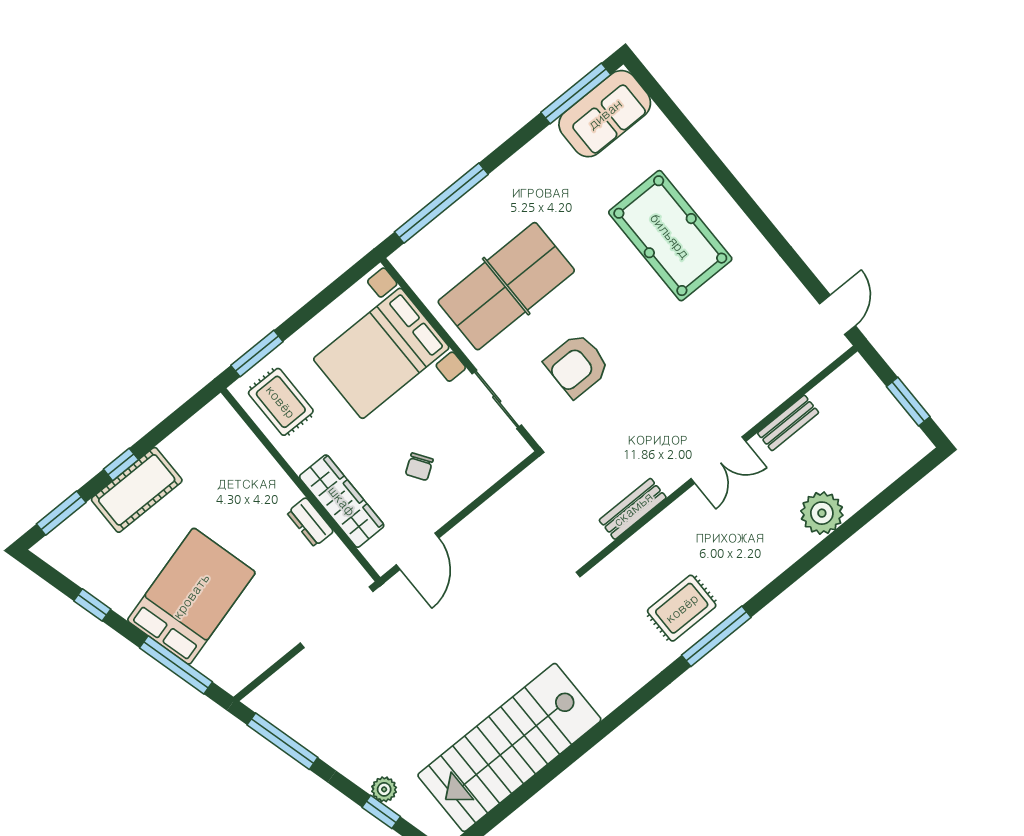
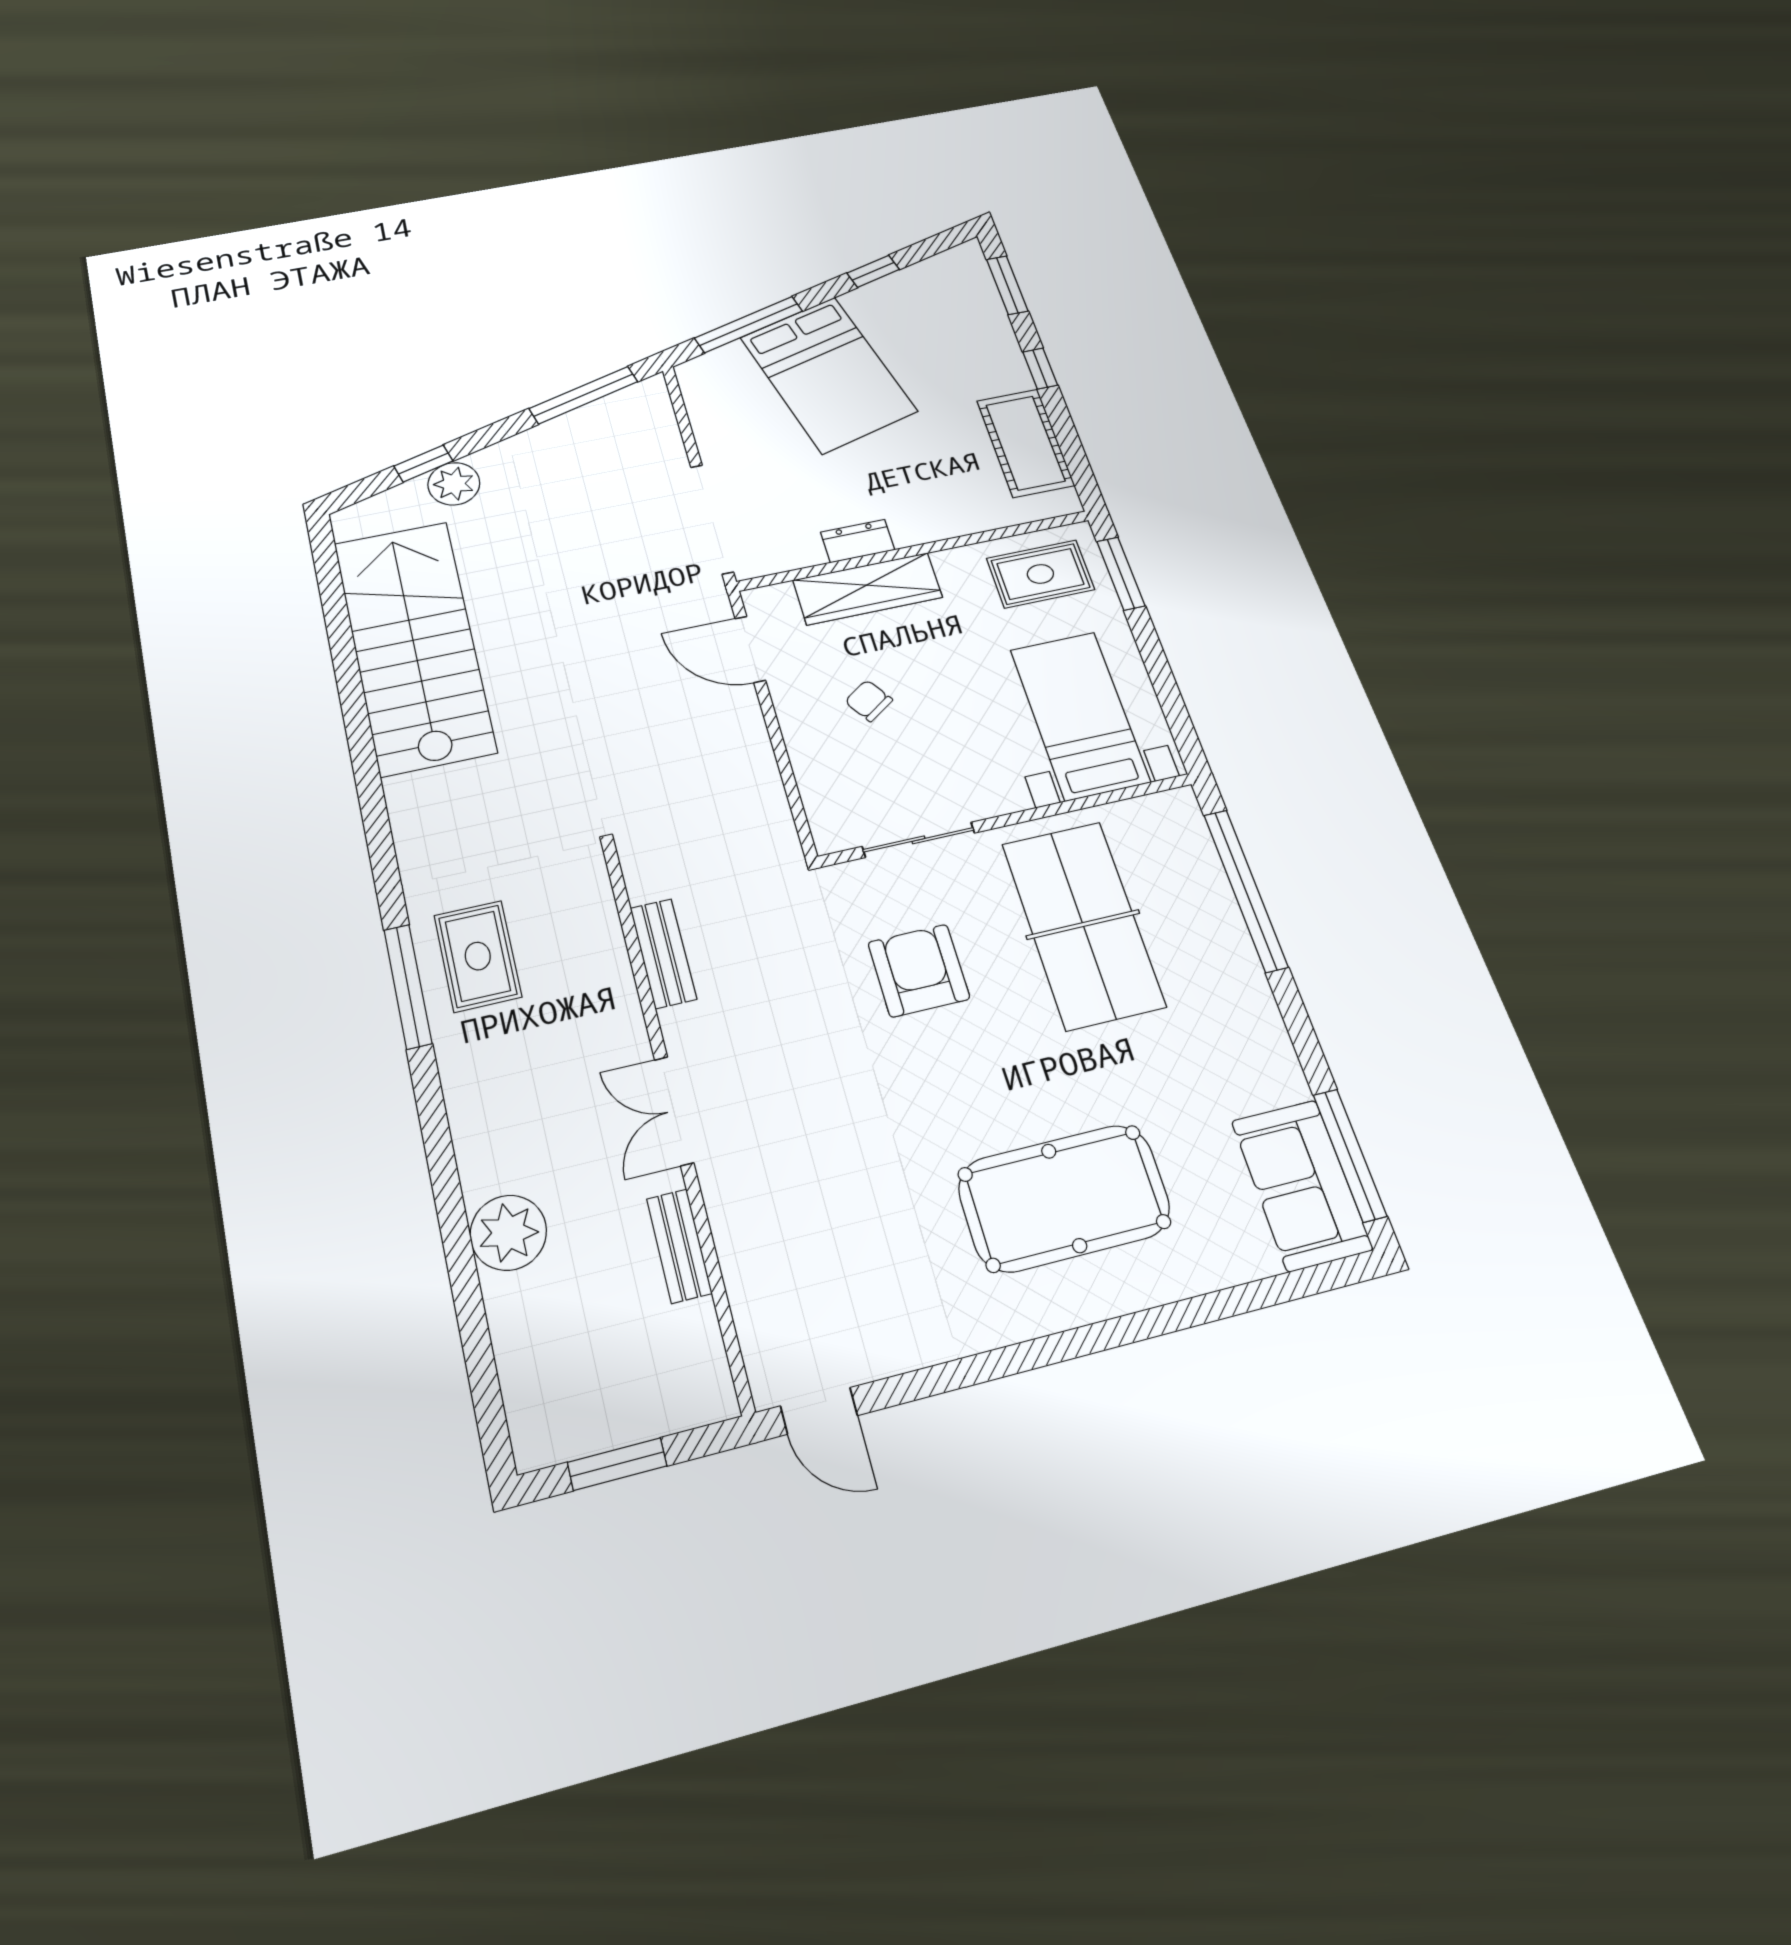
bed with nightstands: (381, 353) -> (1080, 715), width x0.73
cot: (137, 490) -> (1025, 443), moved
plant: (384, 789) -> (454, 484), width x1.38, depth x1.38

